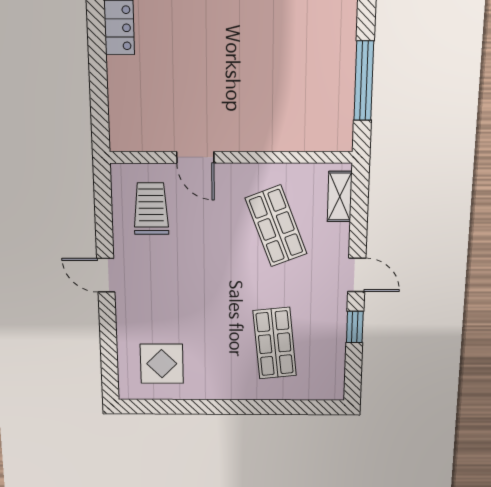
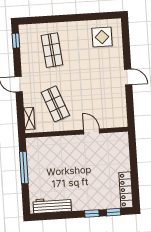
trolley: (151, 209) -> (110, 108), removed
window: (355, 327) -> (16, 41), moved

